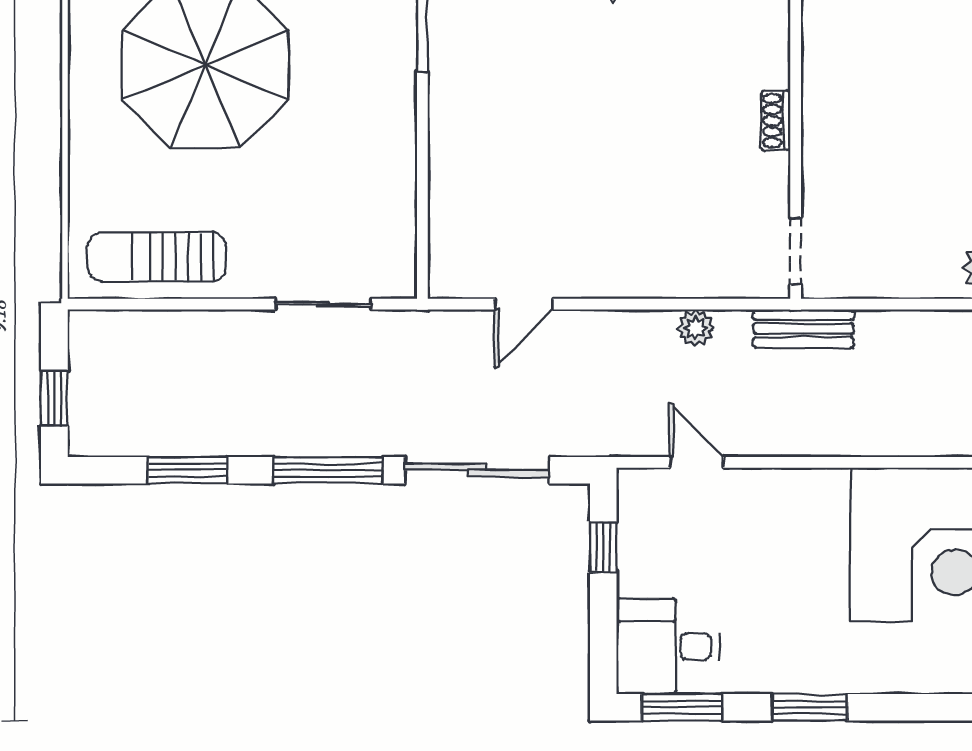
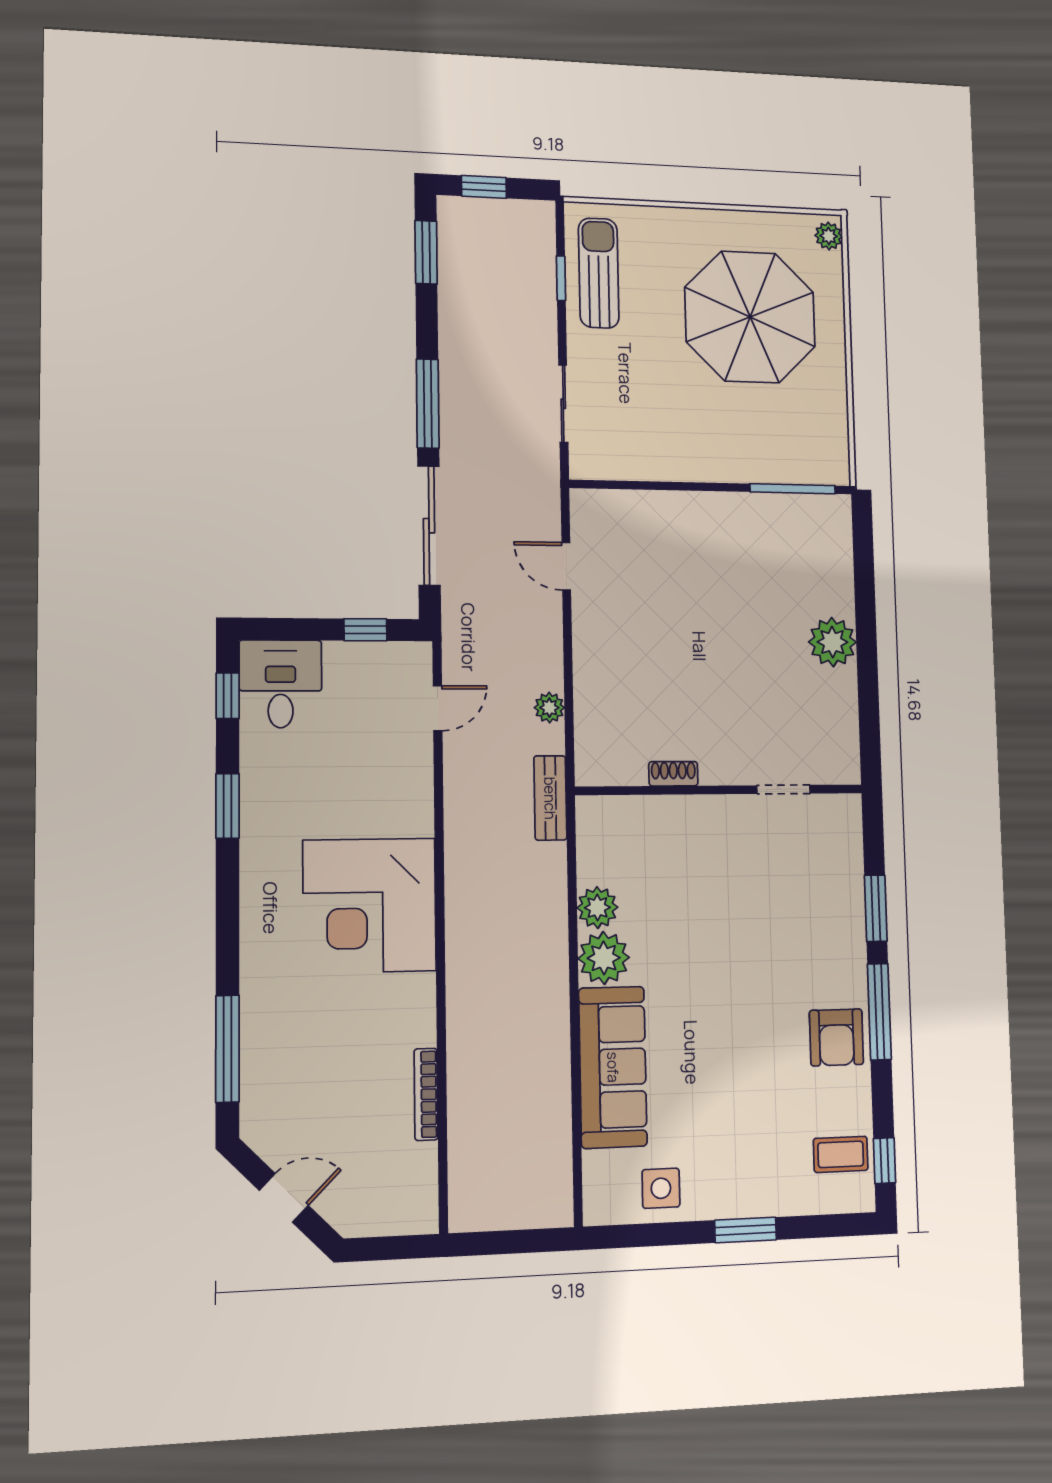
shoe rack: (776, 121) -> (673, 774), moved
doorway: (796, 251) -> (783, 789), moved
plant: (934, 274) -> (597, 908), added
window: (166, 304) -> (561, 278), added
window: (188, 470) -> (426, 252), moved
window: (682, 707) -> (228, 696), width x0.67

